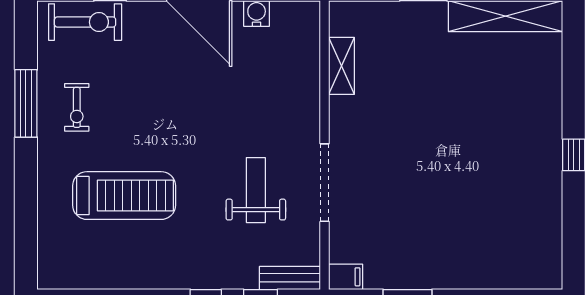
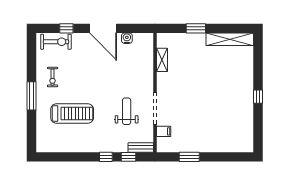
window: (26, 103) -> (31, 96), moved
filing cabinet: (346, 277) -> (164, 131), moved

